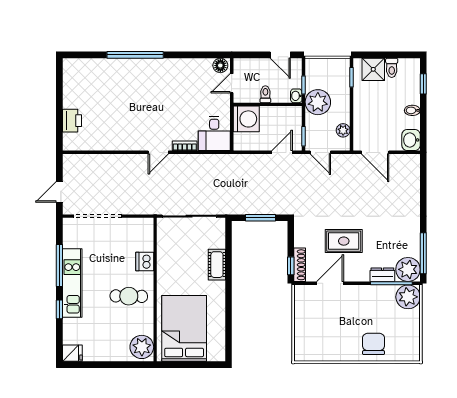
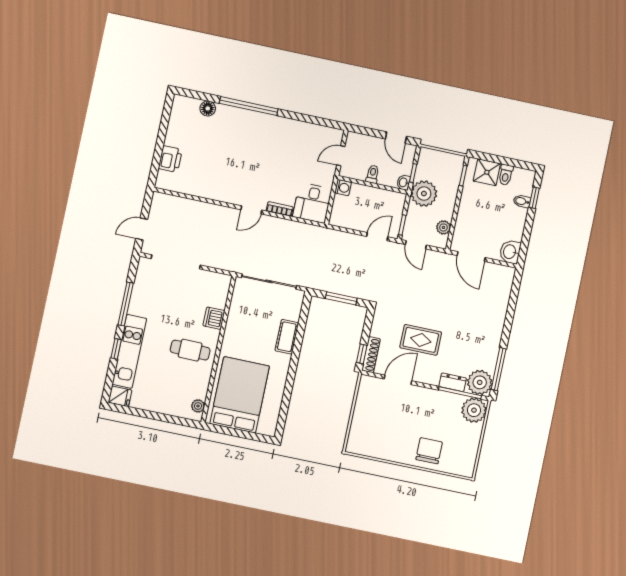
floor lamp: (220, 65) -> (208, 108), moved
bidet: (412, 110) -> (522, 201), moved
washing machine: (246, 119) -> (343, 188), width x0.53, depth x0.53
kitchen unit: (72, 283) -> (129, 351), moved
plant: (142, 347) -> (198, 406), width x0.53, depth x0.53

